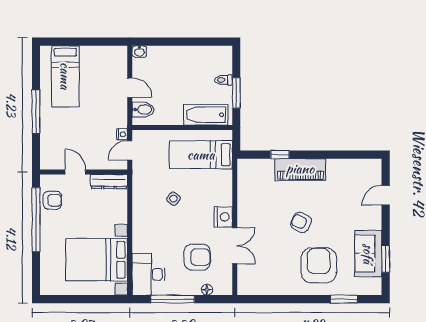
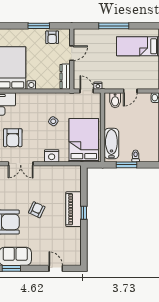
bed: (201, 155) -> (84, 140), width x1.50
window: (280, 155) -> (84, 213), moved
nightstand: (223, 217) -> (52, 156), moved
window: (36, 220) -> (39, 26), width x0.47

